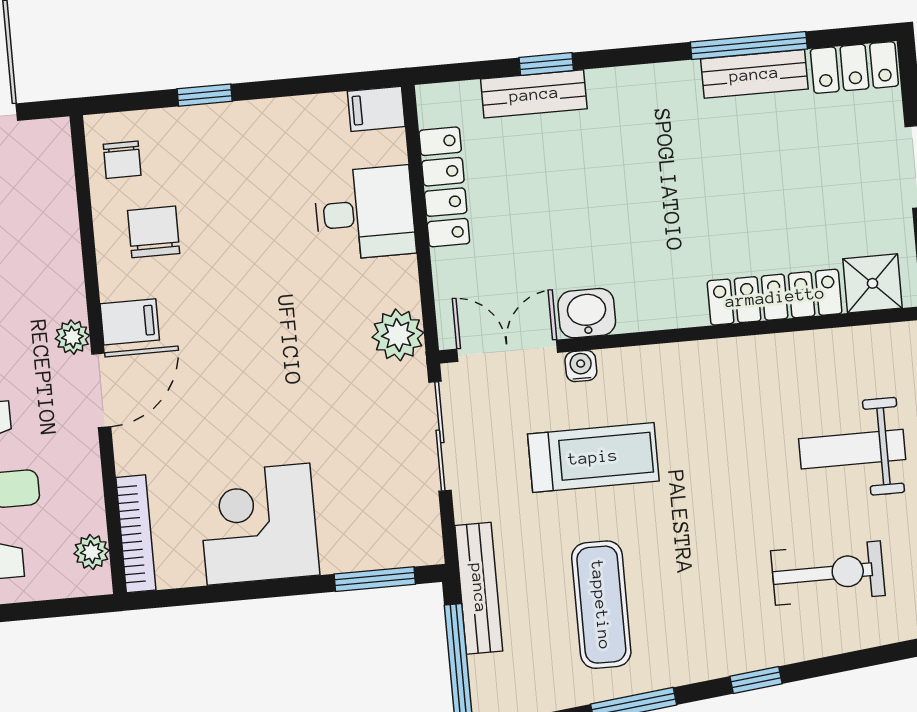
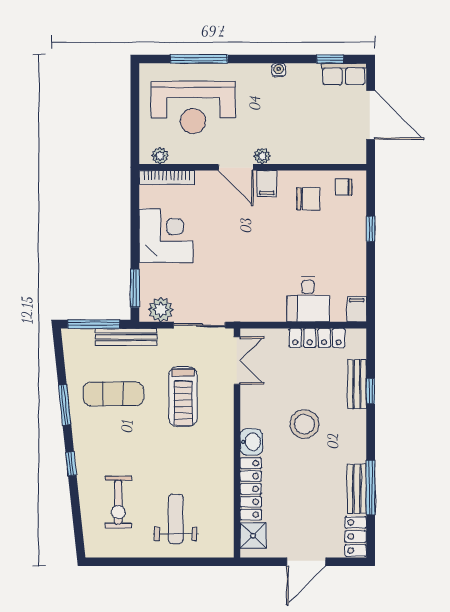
stool: (628, 197) -> (304, 424), added
washbasin: (587, 313) -> (251, 442), moved
plant: (398, 335) -> (161, 310), moved
water cooler: (581, 366) -> (227, 395), removed

